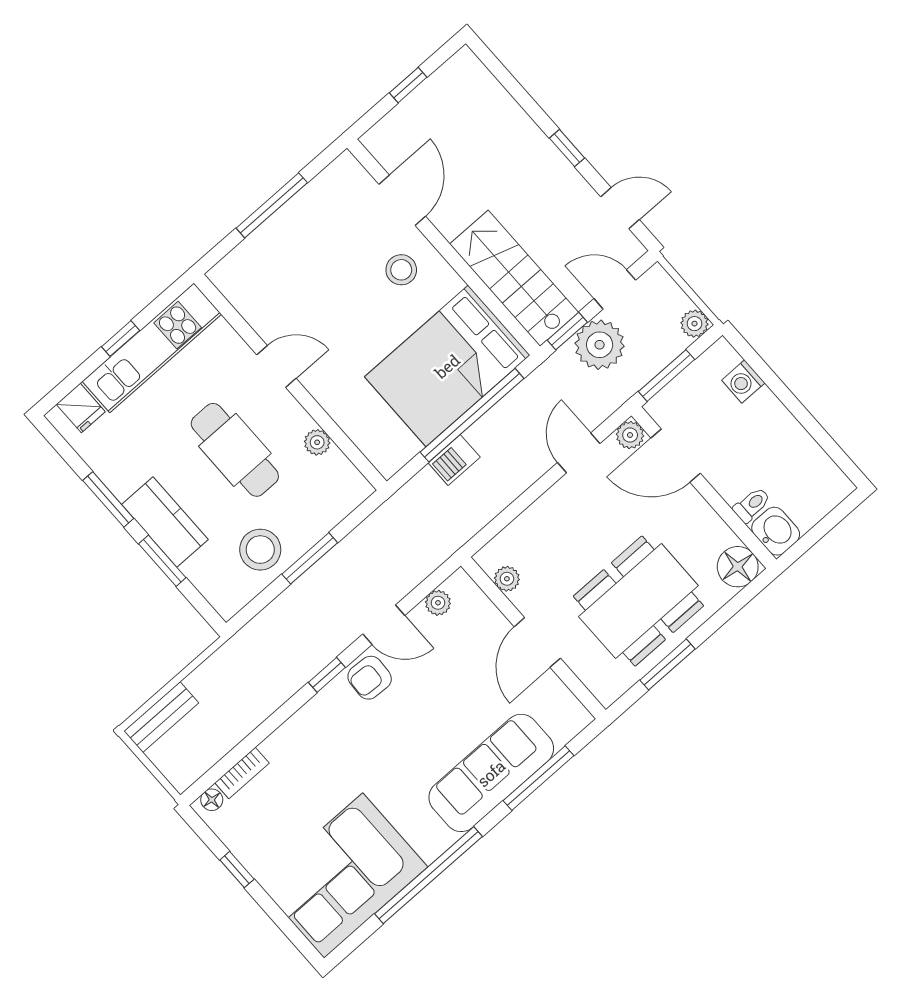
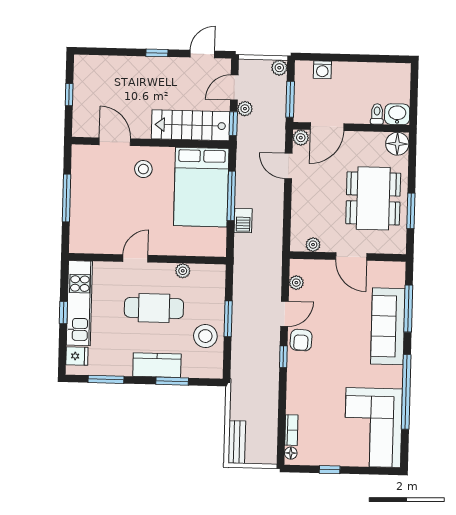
plant: (600, 345) -> (245, 109), width x0.53, depth x0.53
window: (472, 415) -> (231, 196), width x0.68
window: (108, 499) -> (106, 379), moved

